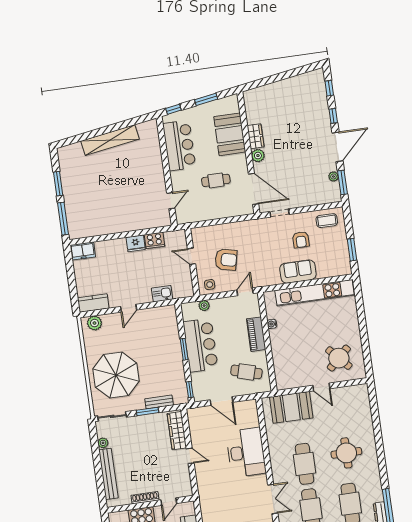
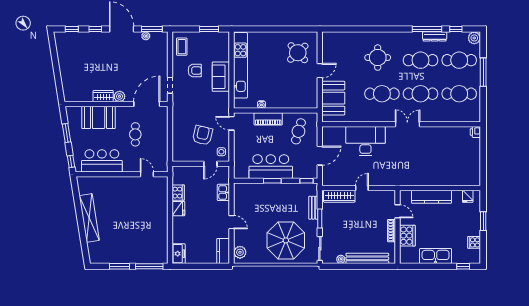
door: (191, 256) -> (210, 164), moved
plant: (204, 306) -> (238, 159), removed

